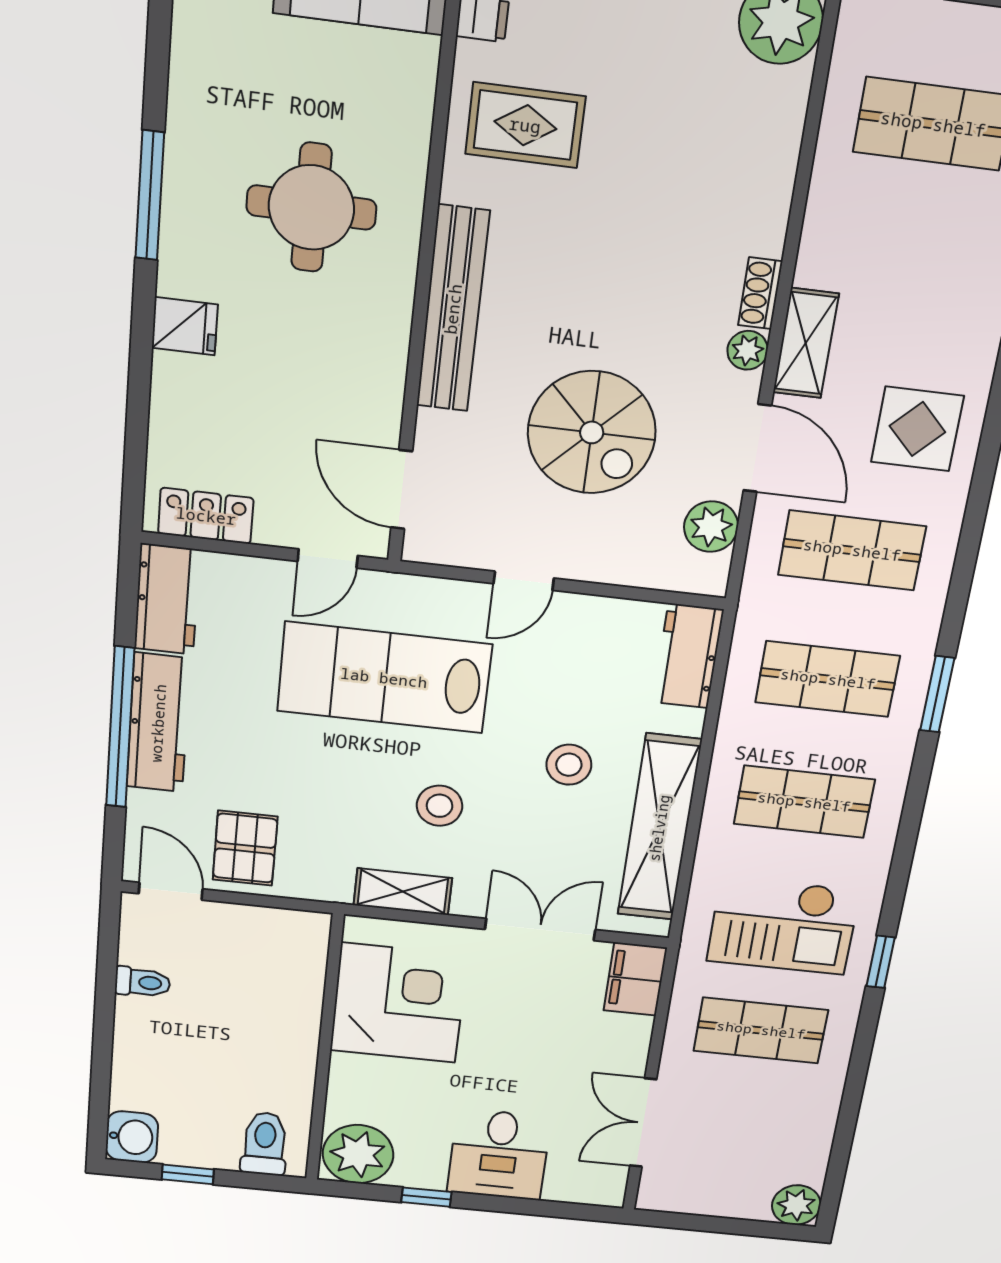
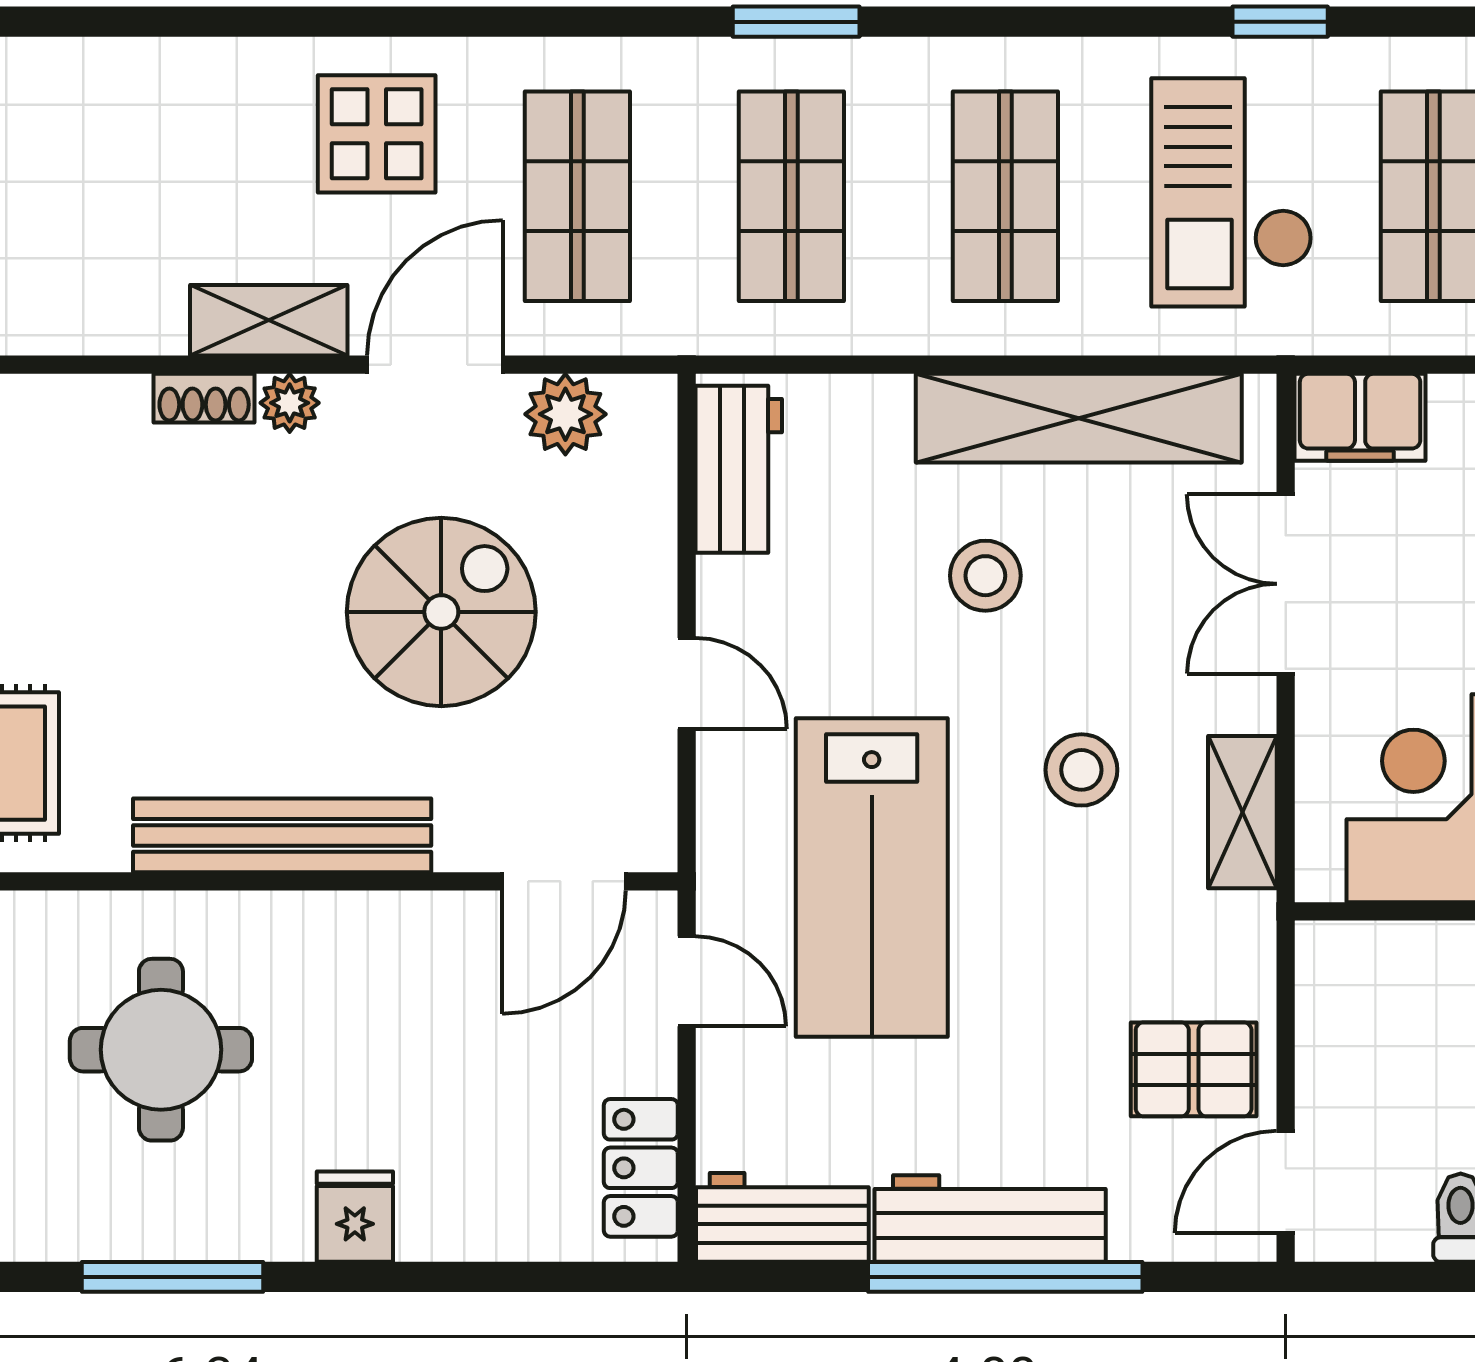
workbench: (688, 656) -> (739, 469), moved, turned -90
checkout: (783, 925) -> (1232, 192), turned 180

